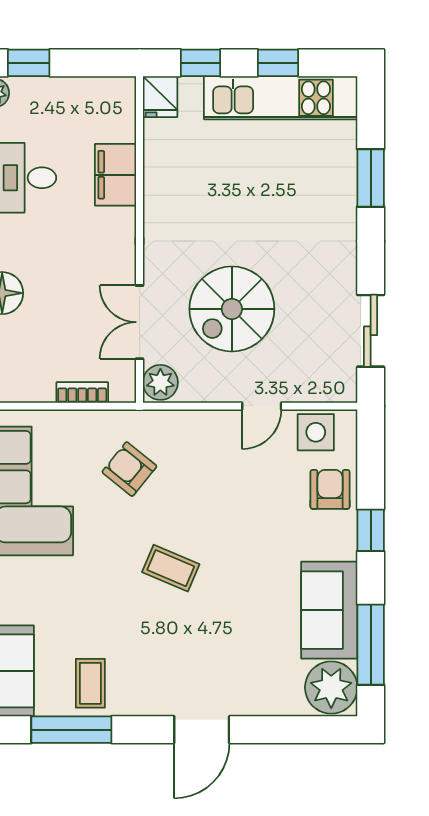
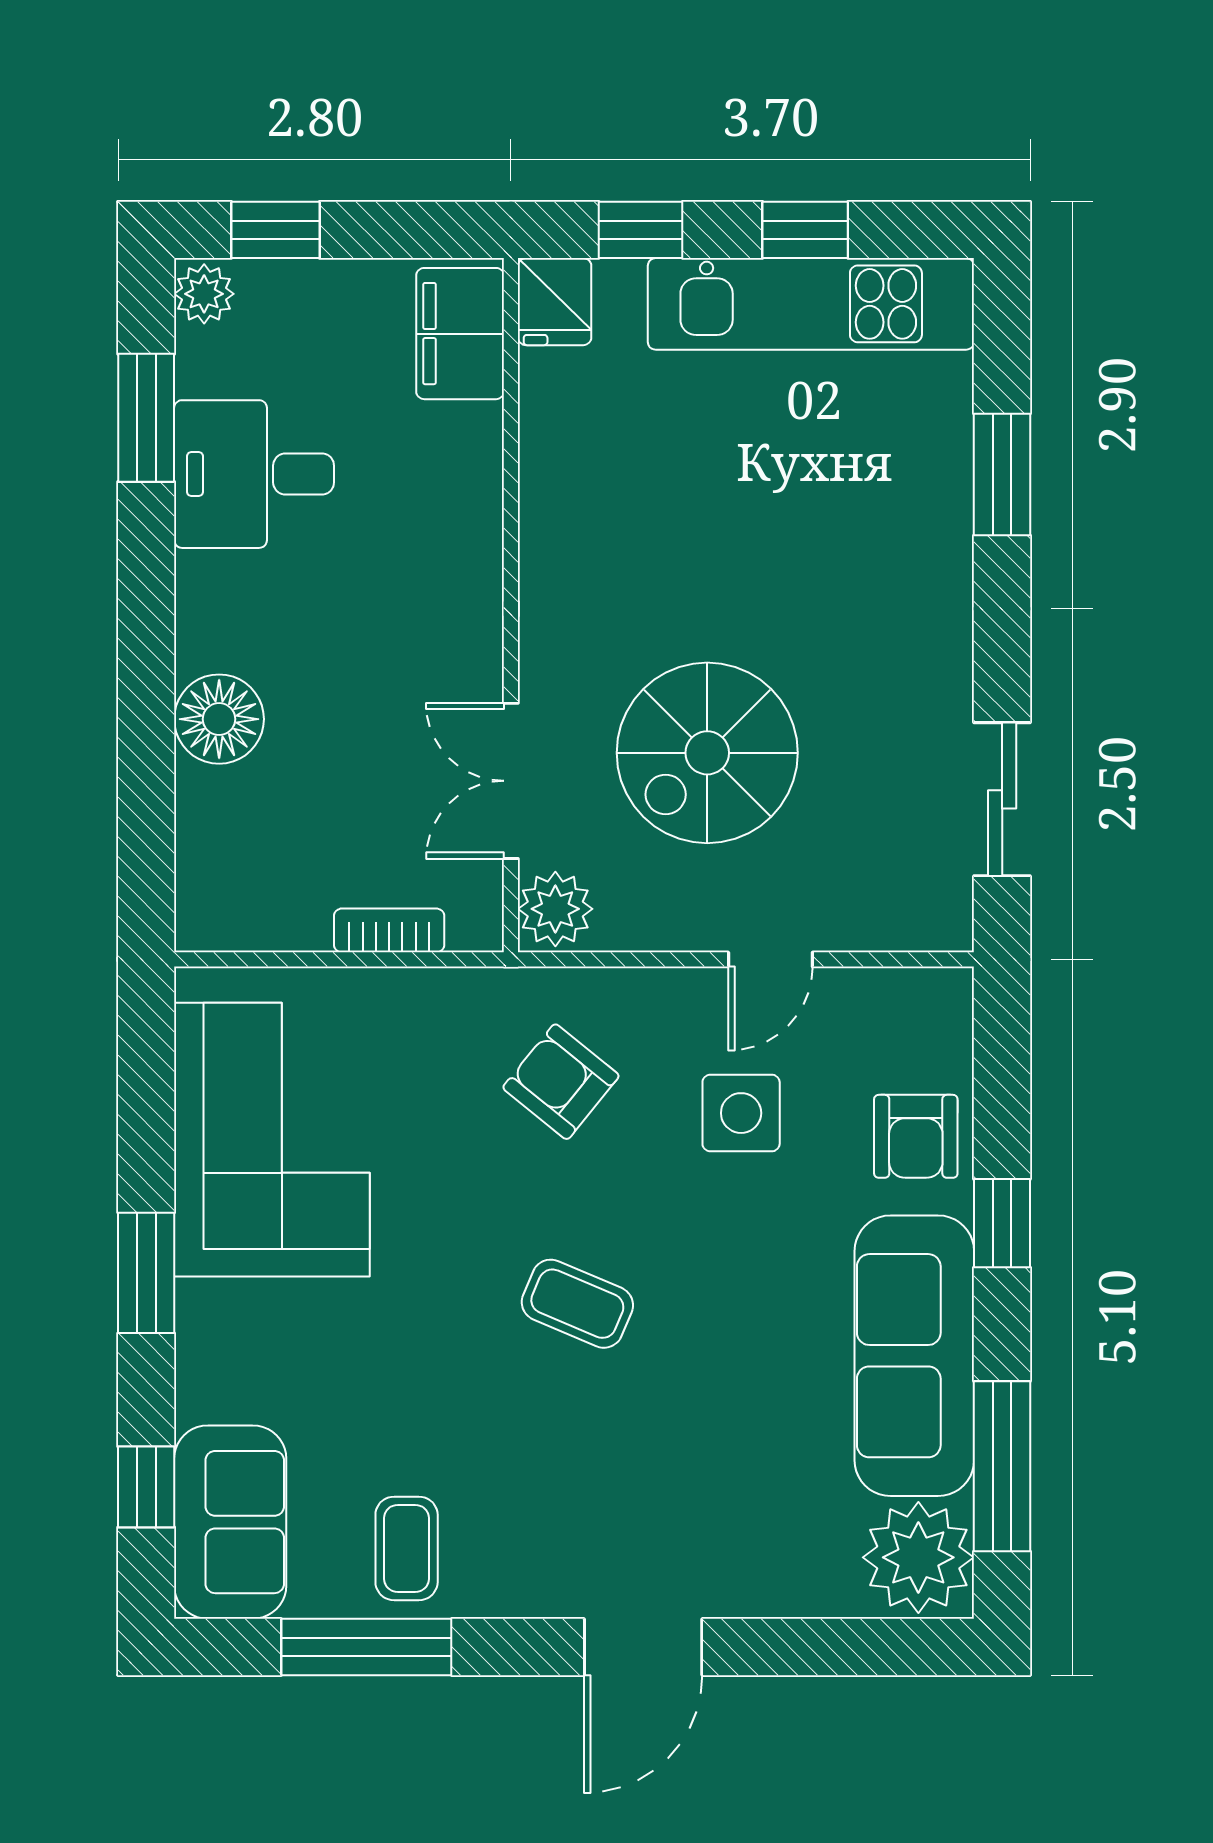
filing cabinet: (116, 175) -> (460, 334), moved
side table: (316, 432) -> (741, 1113), moved
armchair: (129, 469) -> (561, 1082), moved
armchair: (330, 489) -> (916, 1136), turned 180
sofa: (329, 610) -> (914, 1356), width x1.36

